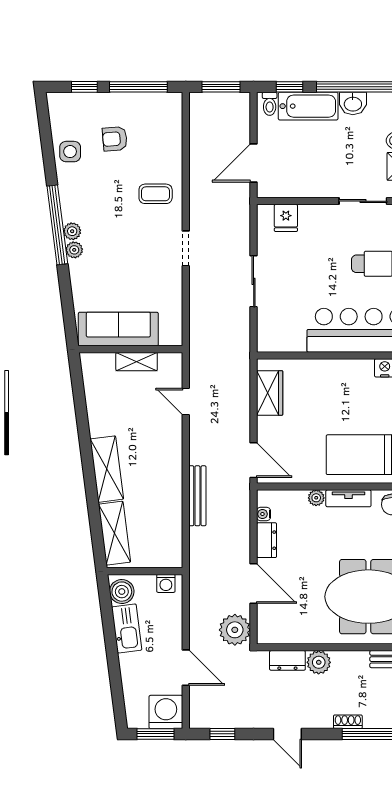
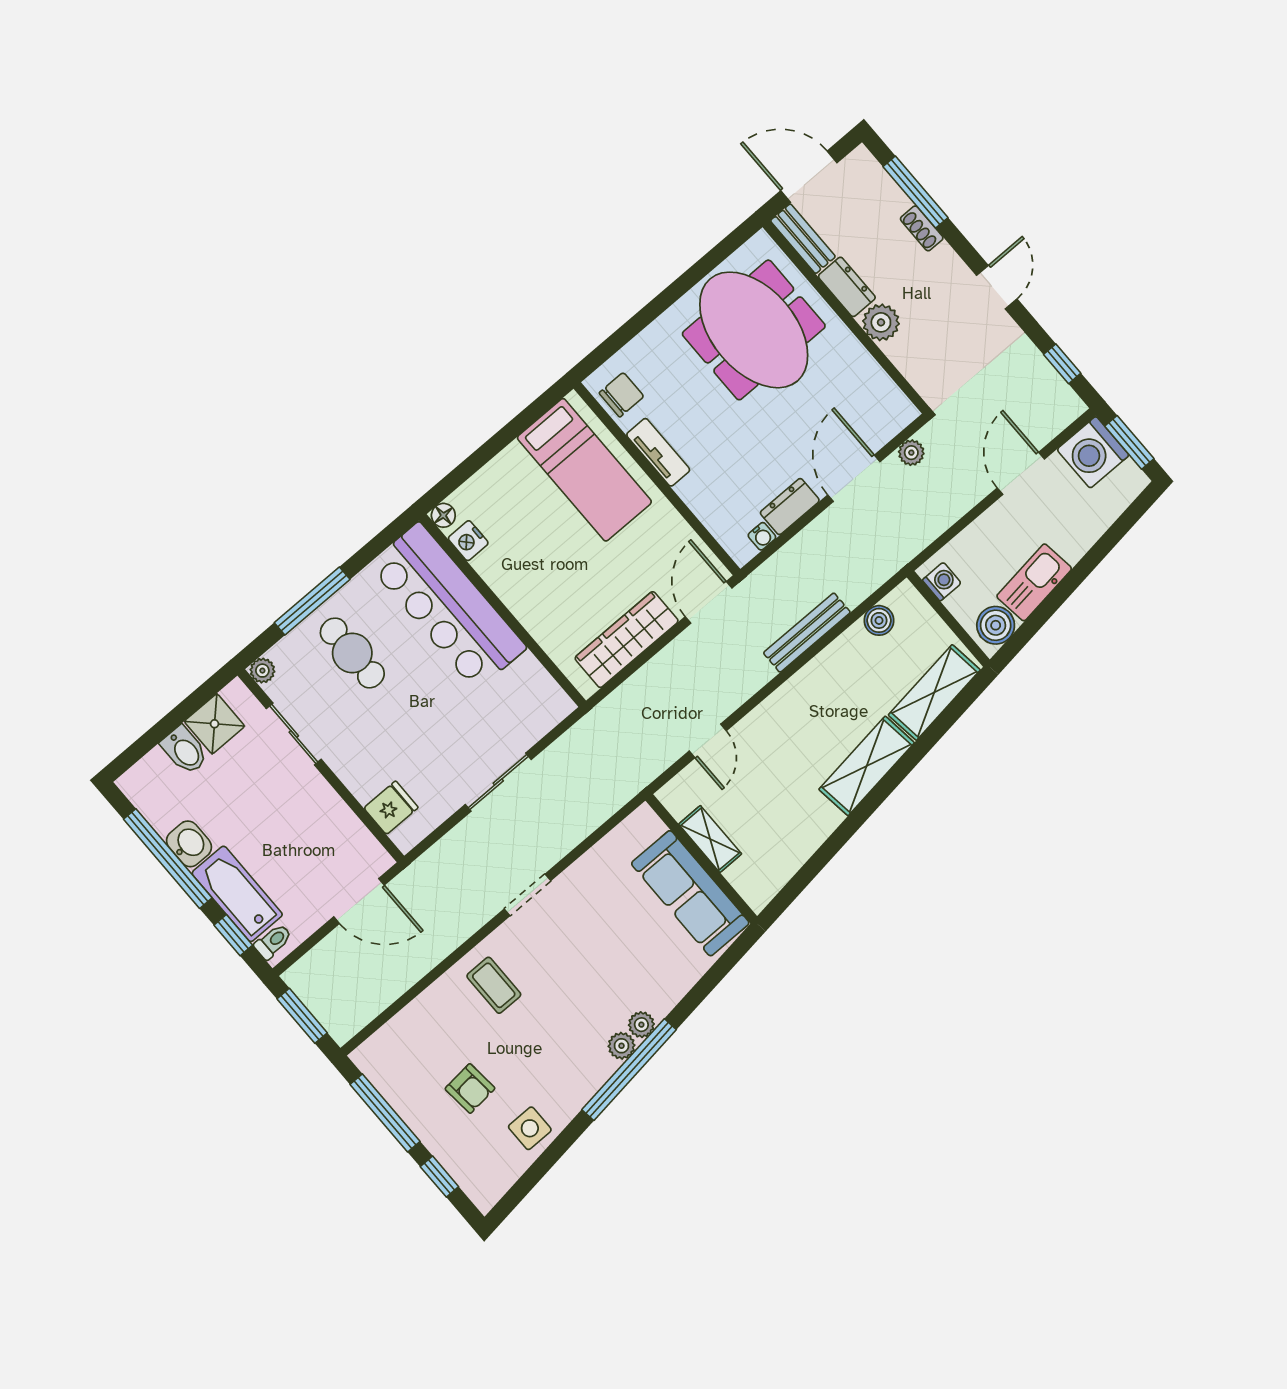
wardrobe: (270, 393) -> (627, 640), width x1.50
plant: (316, 498) -> (690, 491), removed
boiler: (173, 536) -> (879, 620), added
plant: (235, 630) -> (911, 453), width x0.53, depth x0.53
dresser: (287, 660) -> (847, 287), moved

